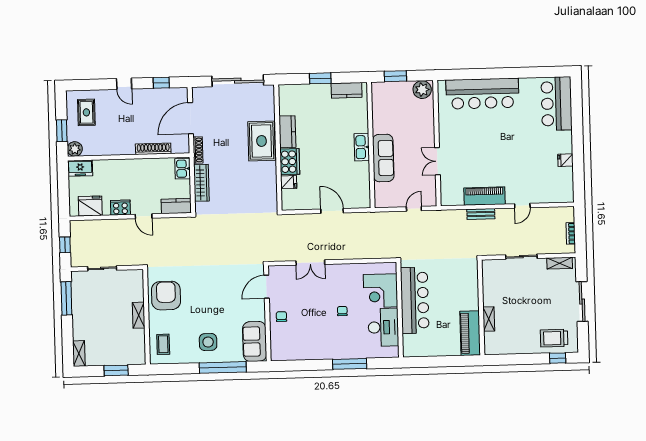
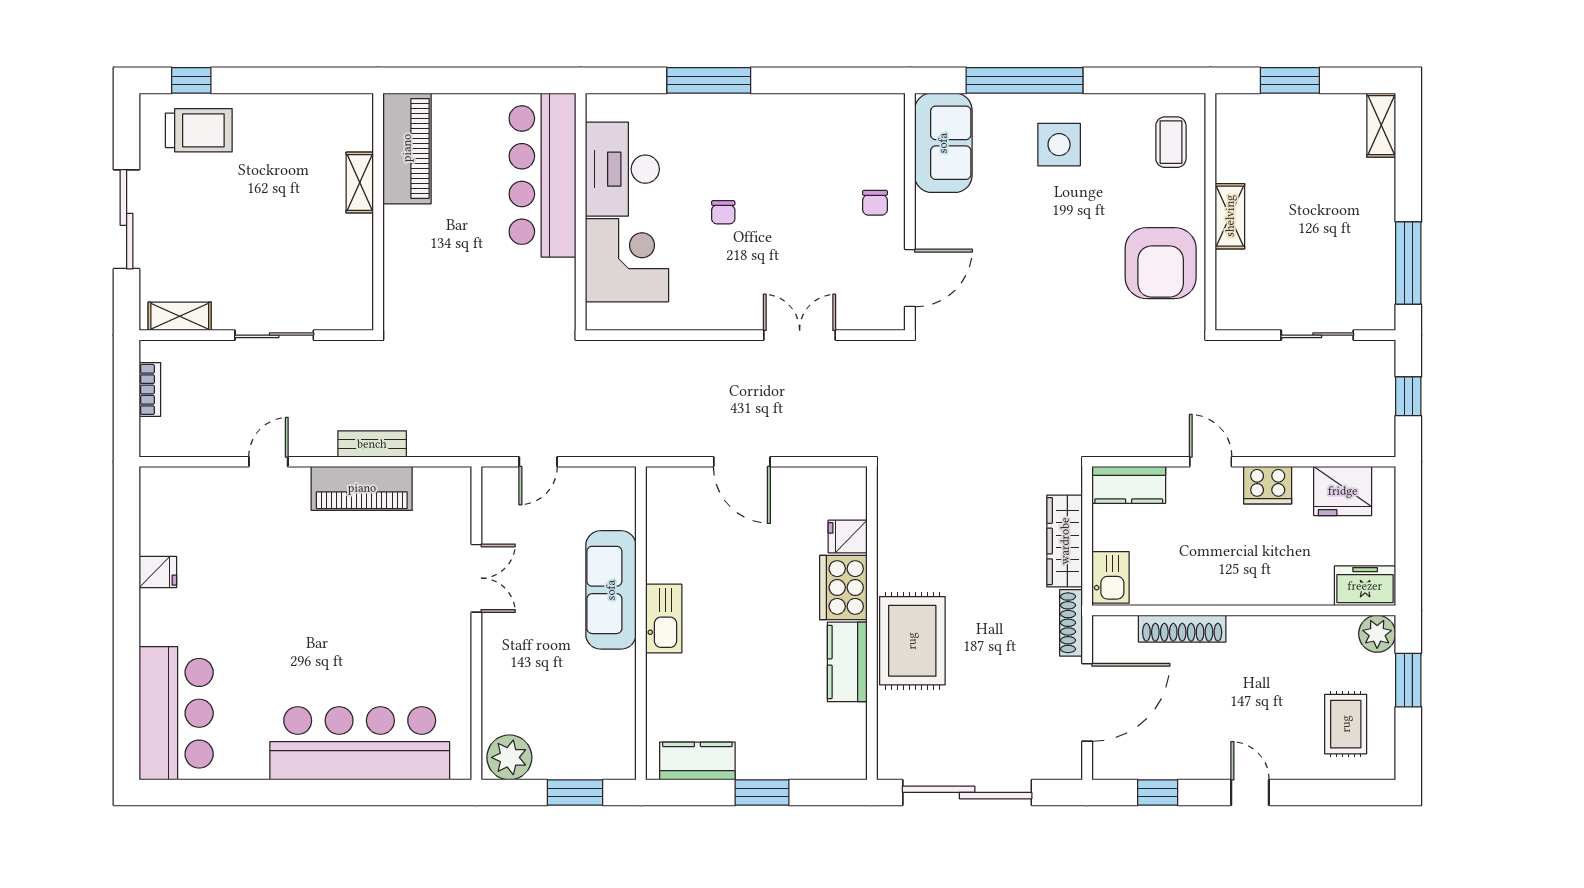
bar counter: (415, 300) -> (543, 175), moved

